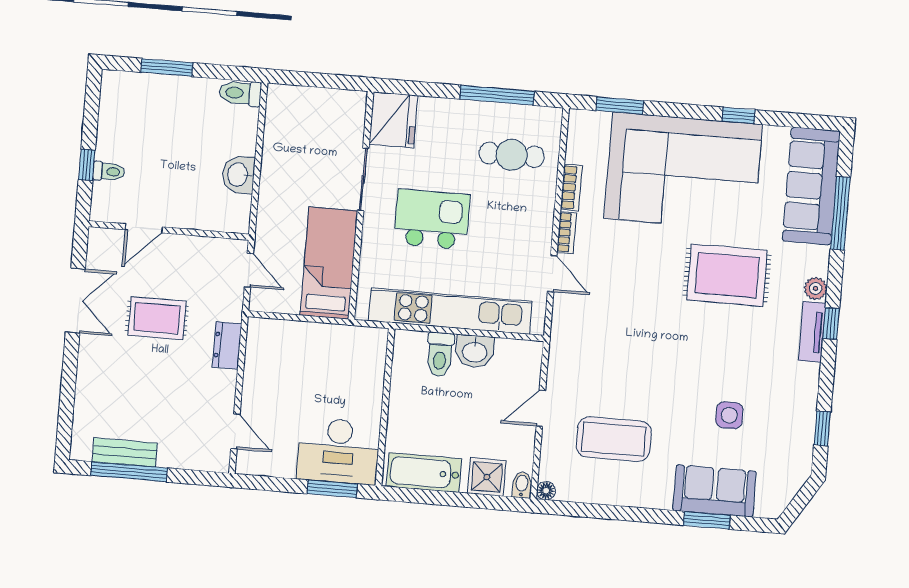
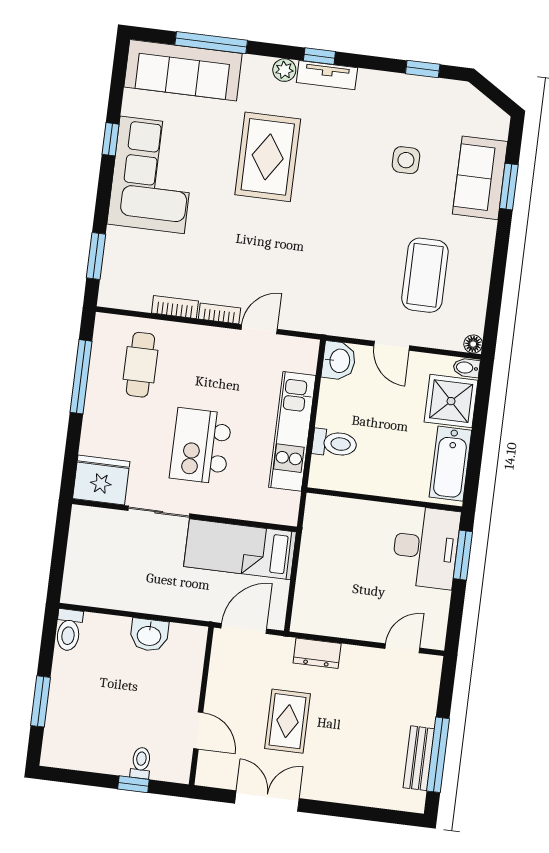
corner sofa: (683, 171) -> (152, 175), width x0.73, depth x0.74
door: (249, 270) -> (244, 629), width x1.38
kitchen unit: (450, 311) -> (292, 431), width x0.73
washbasin: (475, 351) -> (339, 361), moved
shower: (487, 477) -> (451, 401), width x1.36, depth x1.36

